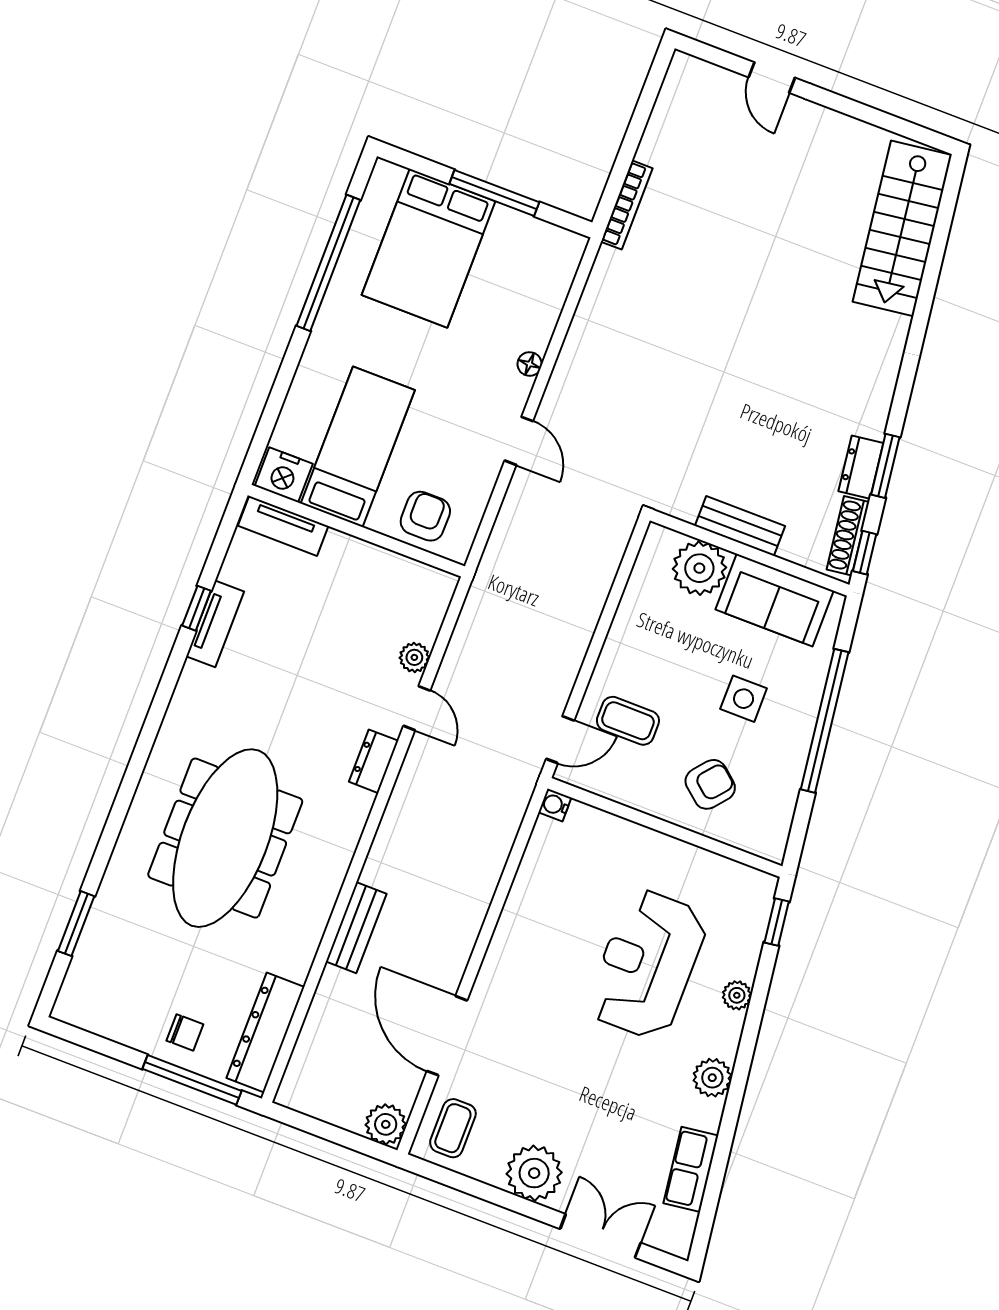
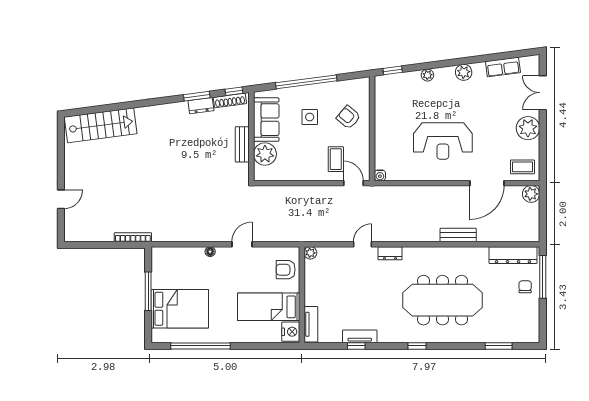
plant: (414, 657) -> (310, 253), moved
window: (145, 743) -> (417, 346), added
reception desk: (647, 964) -> (443, 141), moved

